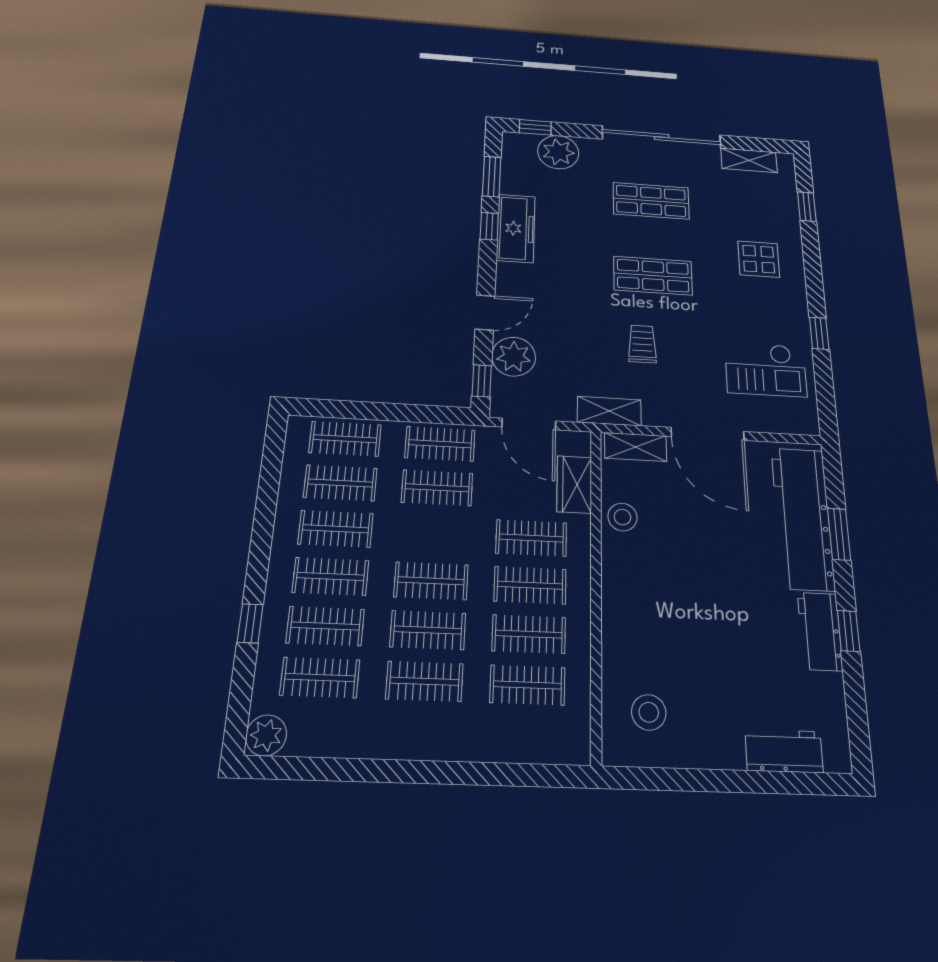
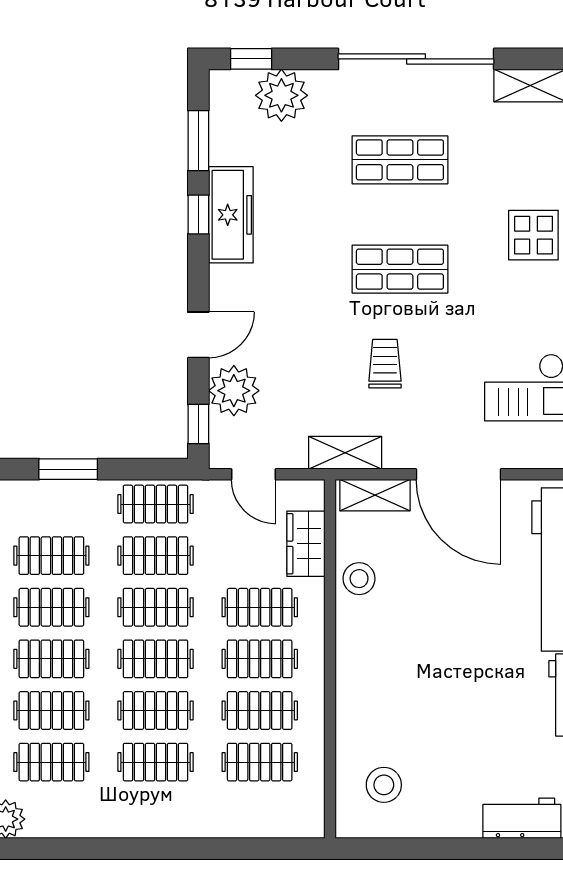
window: (363, 411) -> (68, 469), added
door: (529, 424) -> (254, 474), width x0.73
clothes rail: (345, 439) -> (156, 607), moved

